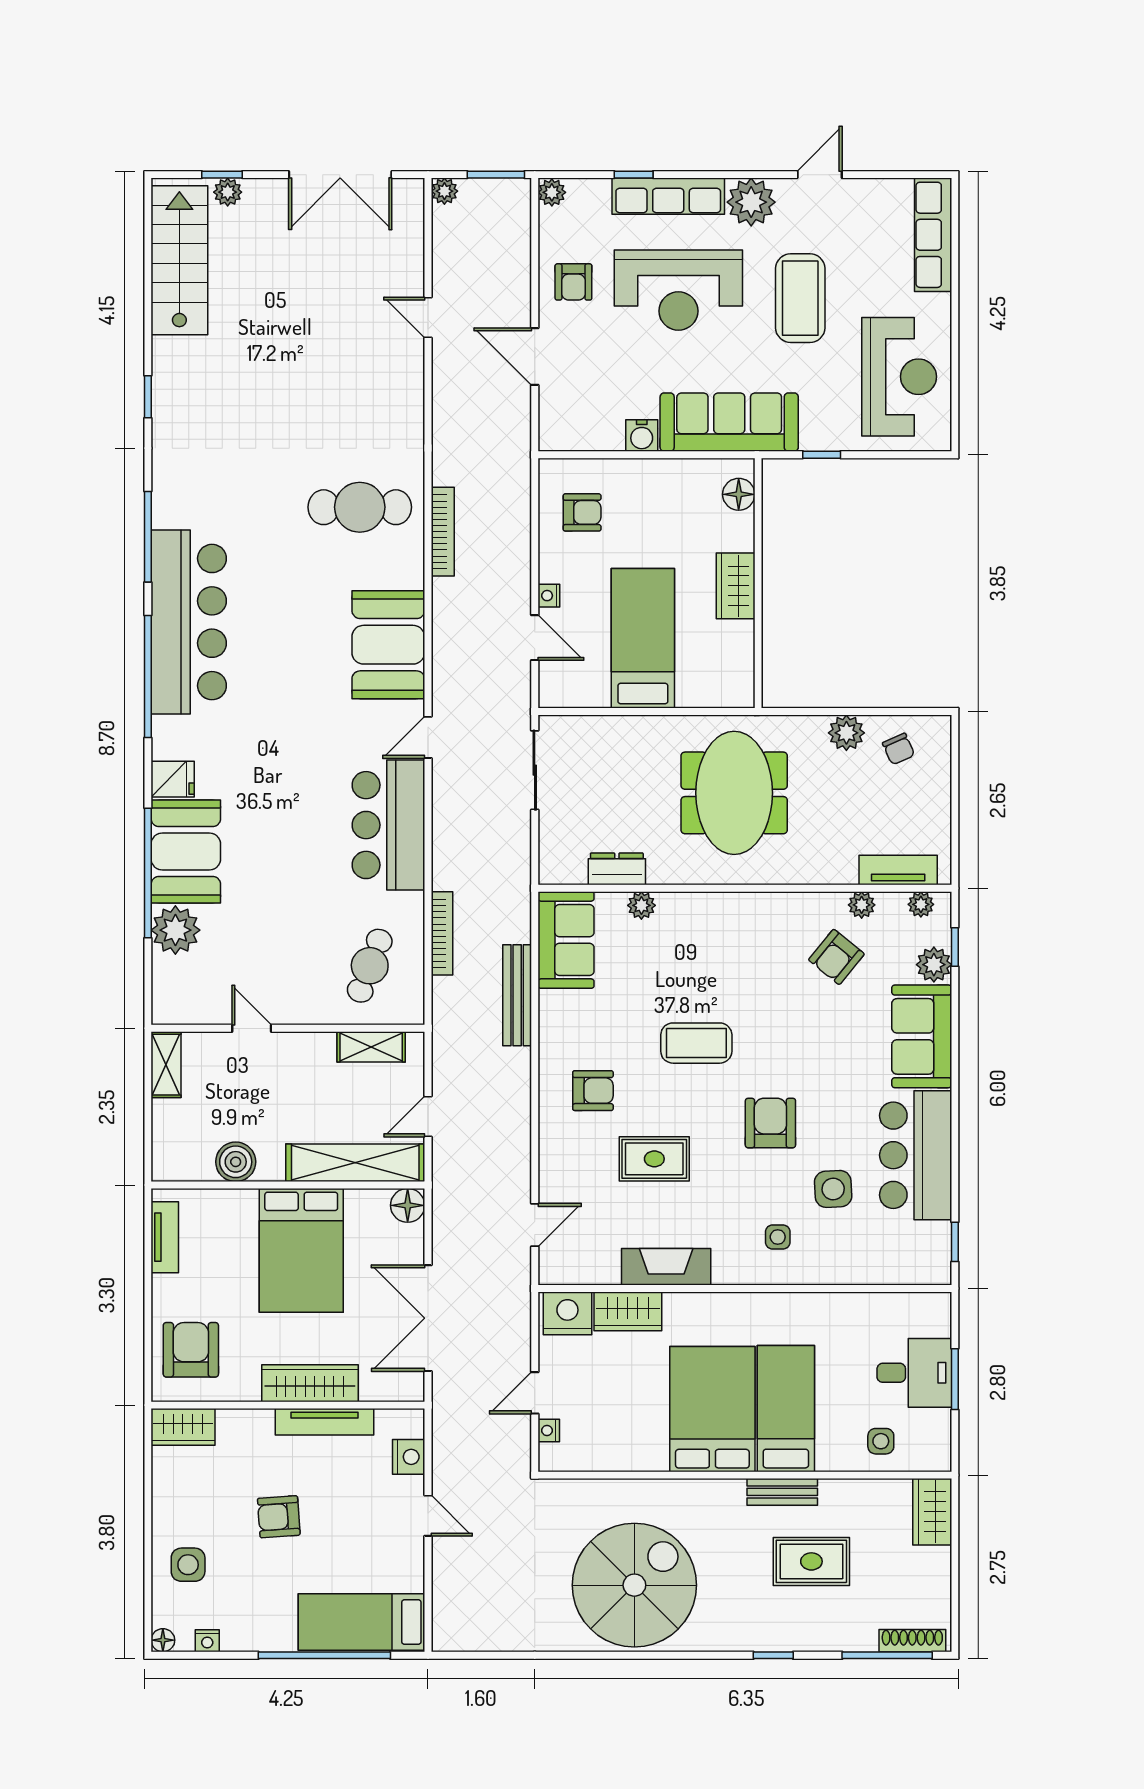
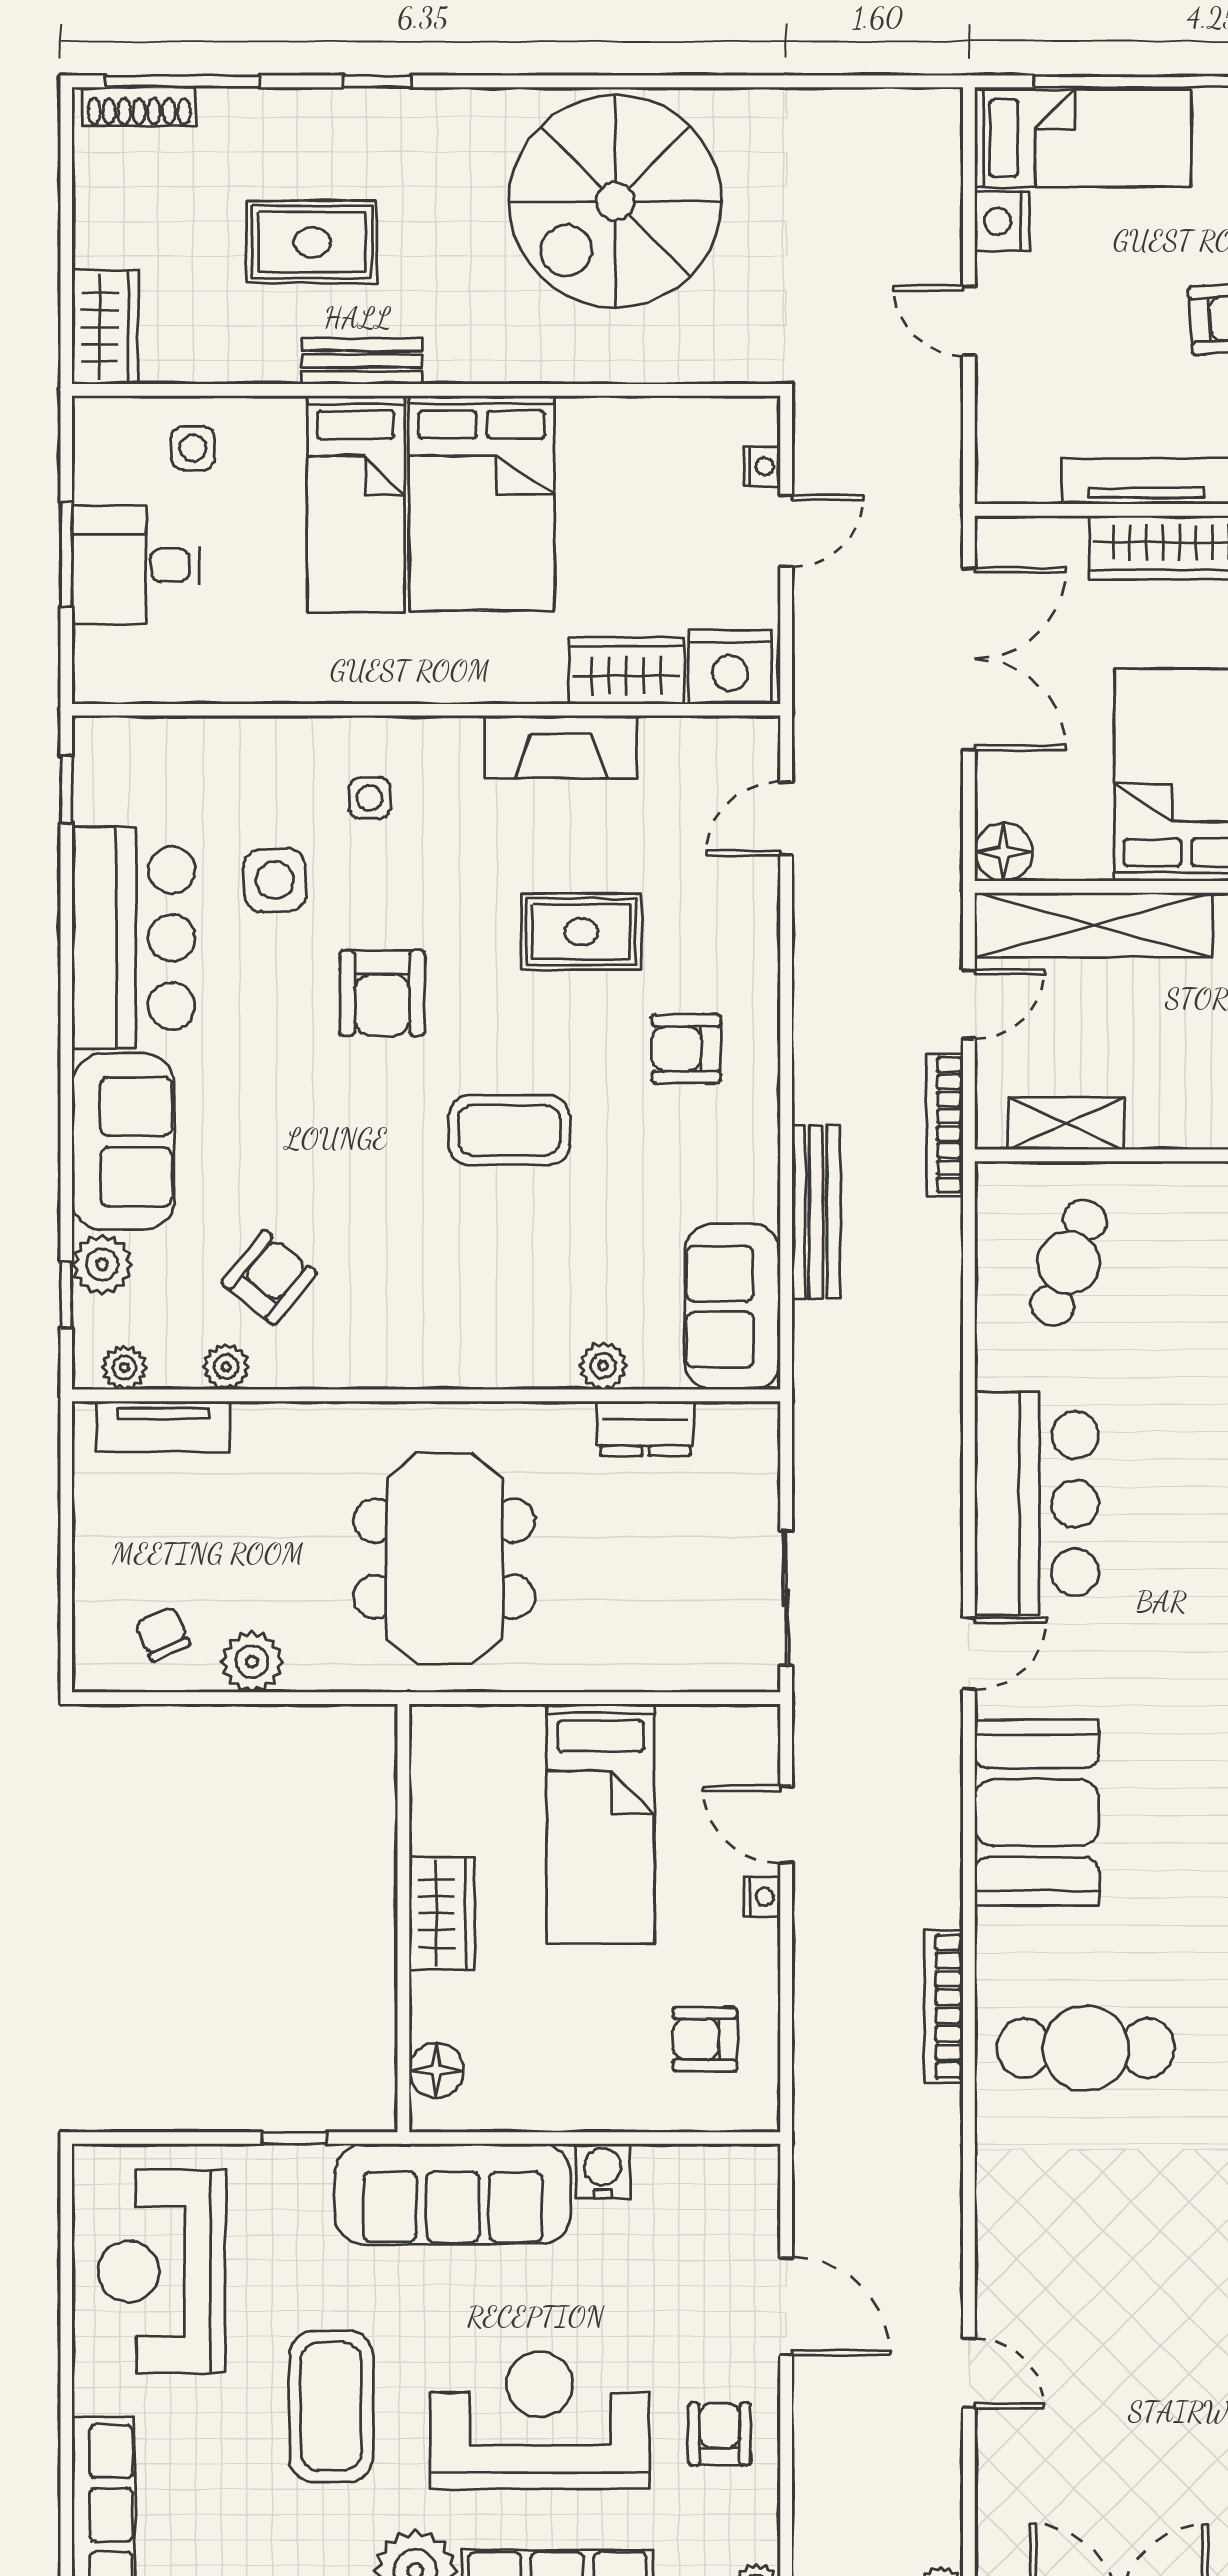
bookcase: (442, 933) -> (945, 1125), moved
nightstand: (409, 1457) -> (1002, 221), moved

